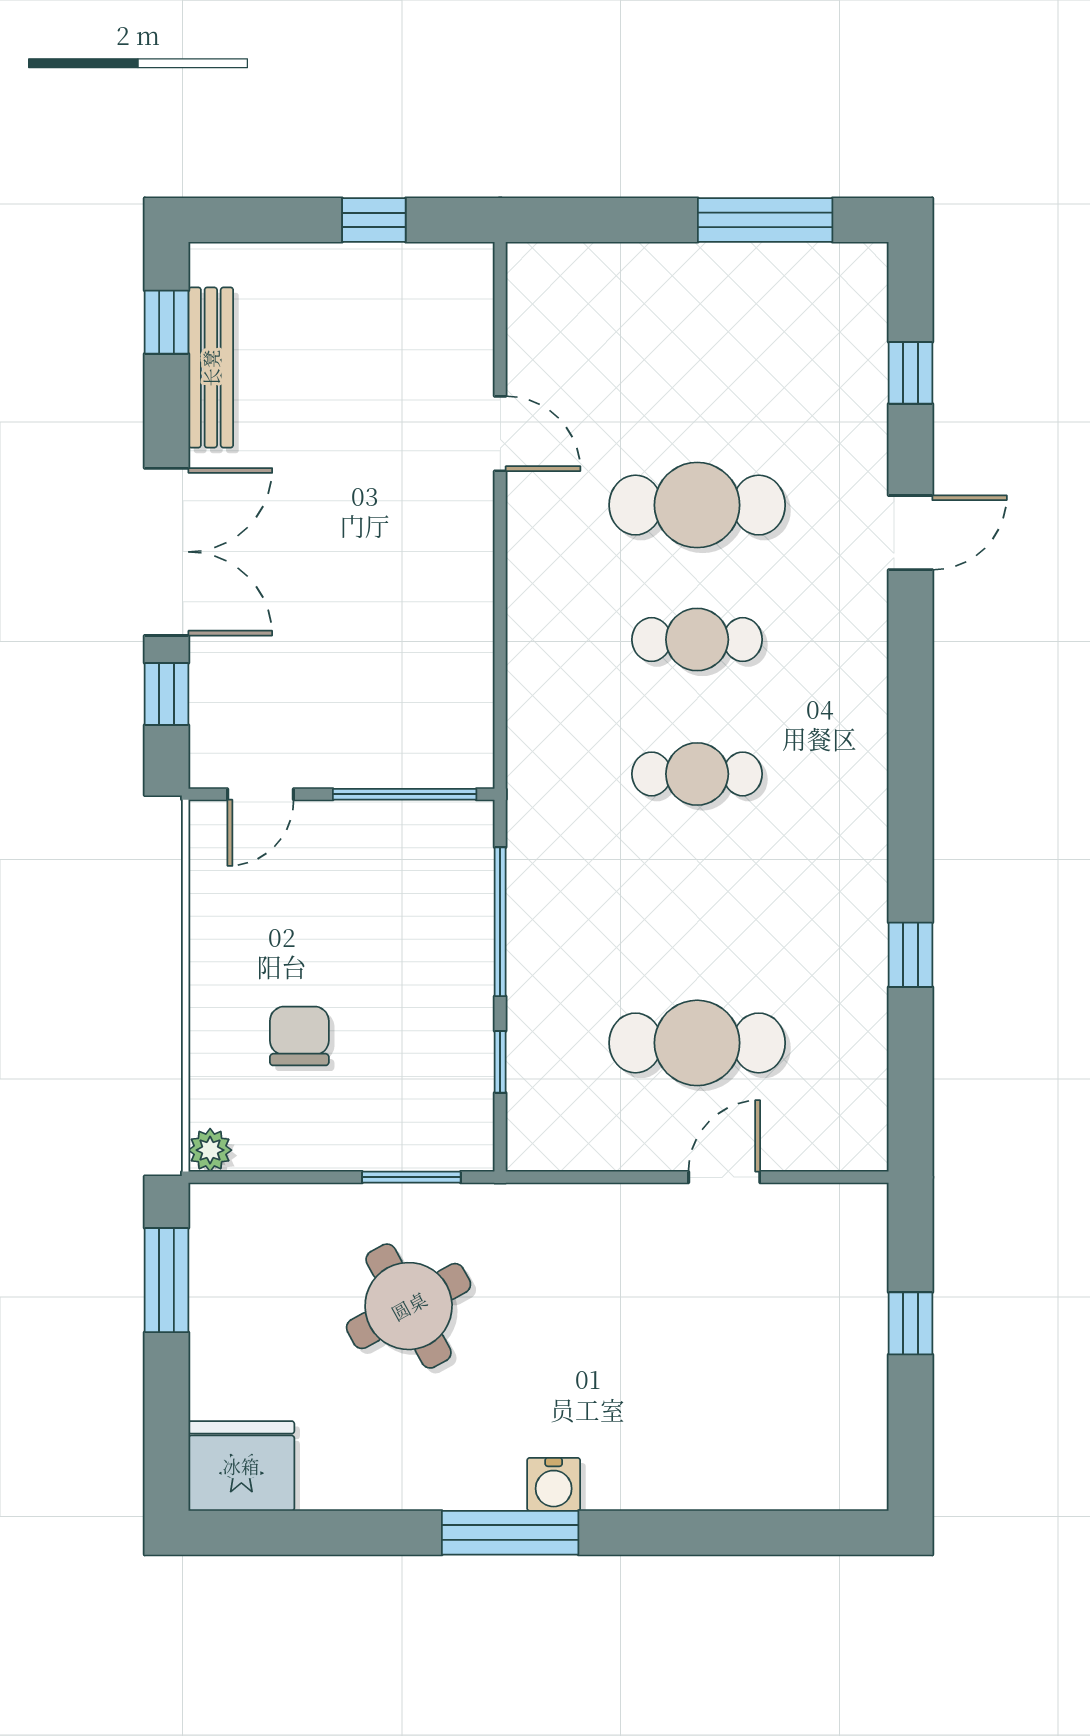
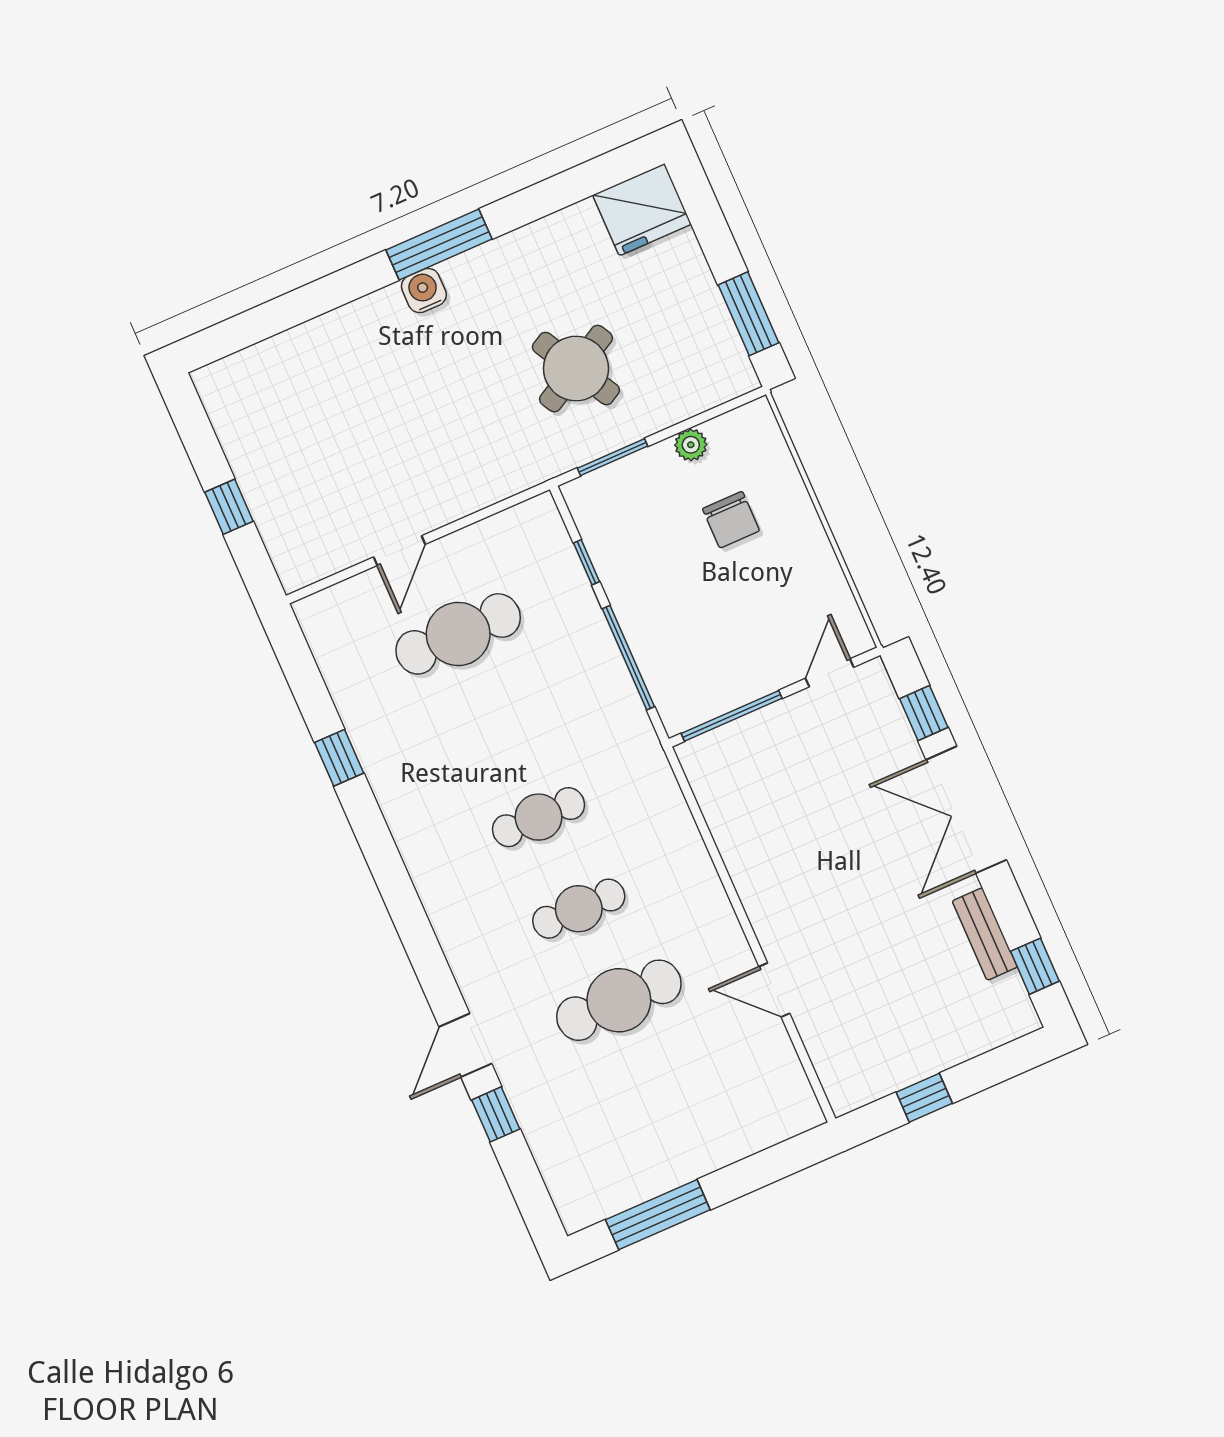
bench: (211, 368) -> (985, 934), width x0.73
window: (910, 373) -> (496, 1114), moved
plant: (210, 1150) -> (691, 445), moved

